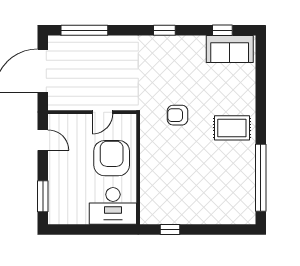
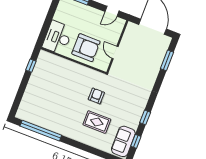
window: (84, 30) -> (167, 60), width x0.69
window: (164, 30) -> (145, 117), moved
rug: (232, 128) -> (97, 122), moved, turned 90

